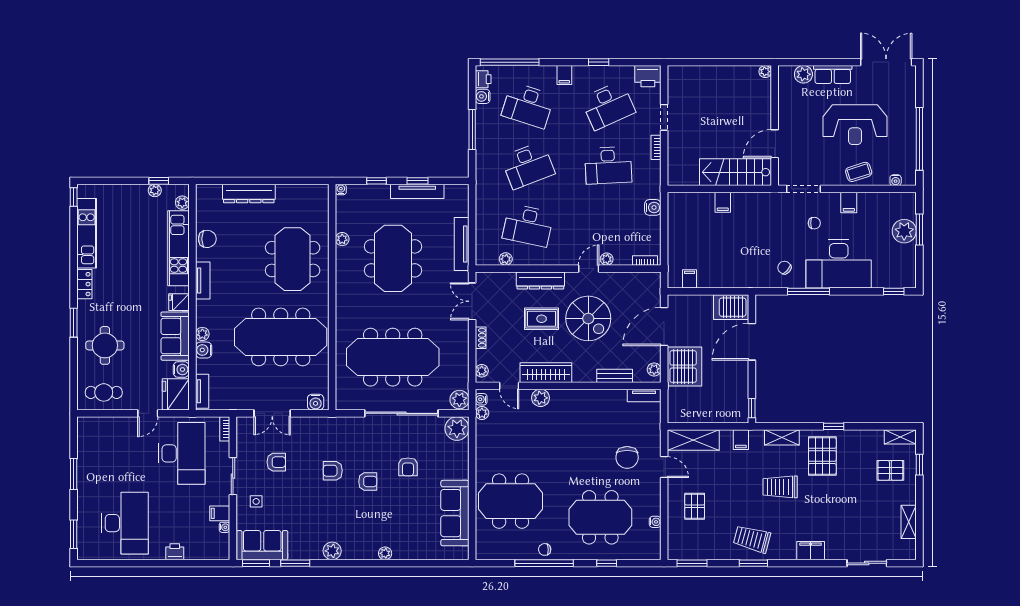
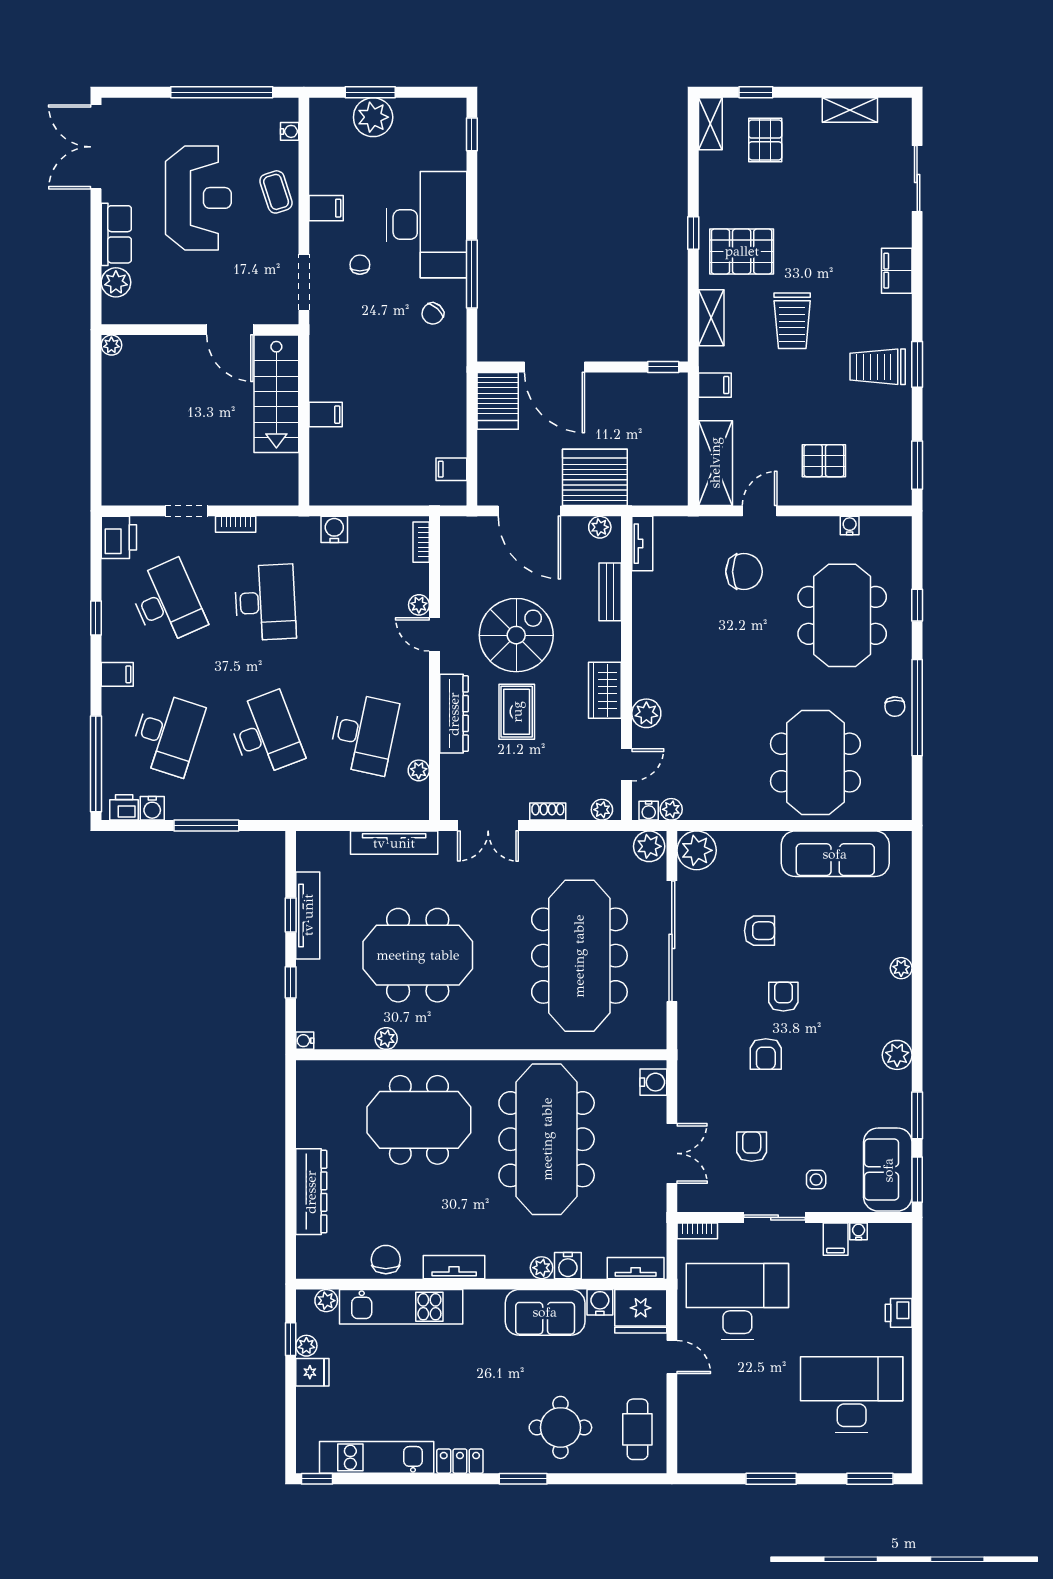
fridge: (179, 302) -> (312, 1372), moved, turned -90
wardrobe: (546, 373) -> (605, 690), width x0.67
trolley: (752, 539) -> (878, 367), turned 75

